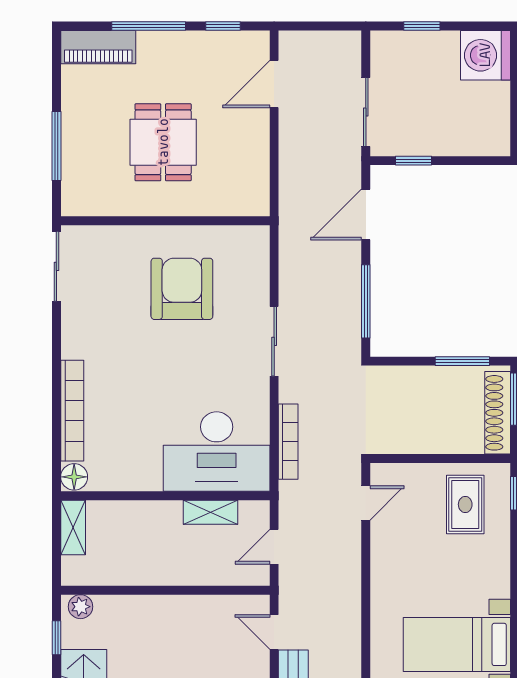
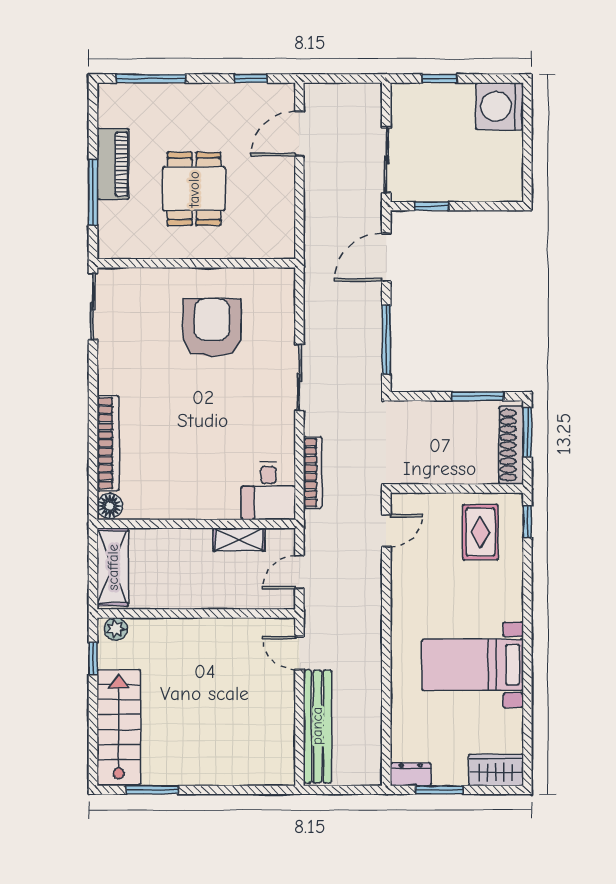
window: (149, 26) -> (151, 79), moved
piano: (98, 47) -> (113, 164), moved, turned -90
desk: (217, 452) -> (268, 491), width x0.53, depth x0.77
shelving: (73, 527) -> (113, 567), width x1.50, depth x1.33

